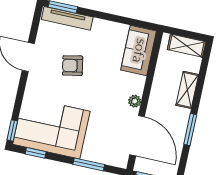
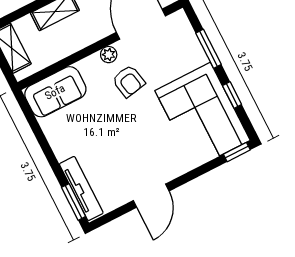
armchair: (73, 66) -> (128, 81), moved
window: (36, 153) -> (232, 95), moved

